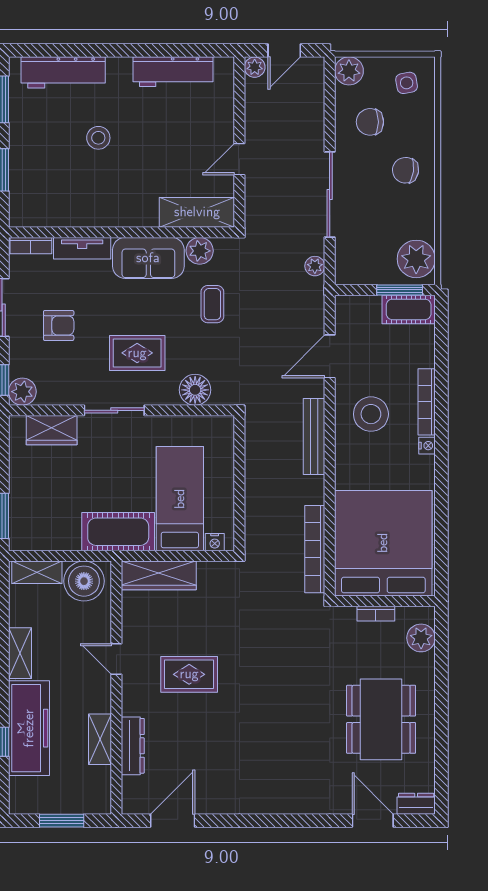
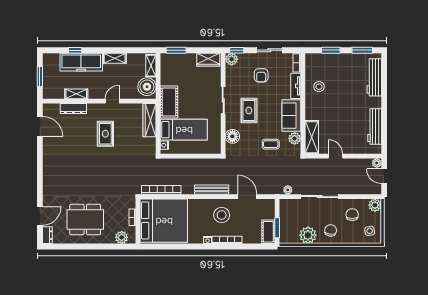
stool: (98, 138) -> (319, 87), moved
plant: (416, 259) -> (308, 235), moved
wardrobe: (52, 430) -> (208, 60), moved, turned -90

